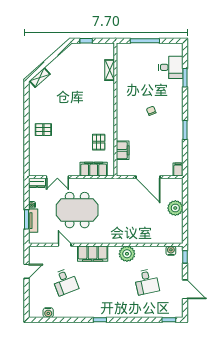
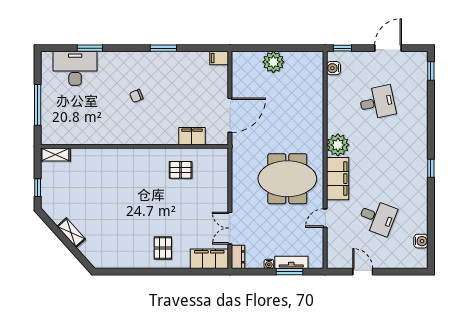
desk: (171, 67) -> (75, 68), width x1.37
shelving: (110, 70) -> (55, 155), moved
shelving: (40, 78) -> (71, 233), moved
filing cabinet: (94, 169) -> (209, 259), moved, turned 90
double door: (57, 177) -> (230, 228), swing flipped
door: (148, 177) -> (230, 115), moved
meeting table: (77, 210) -> (287, 179), moved, turned 90
plant: (127, 254) -> (338, 145), moved
desk: (65, 282) -> (377, 217), turned 42

